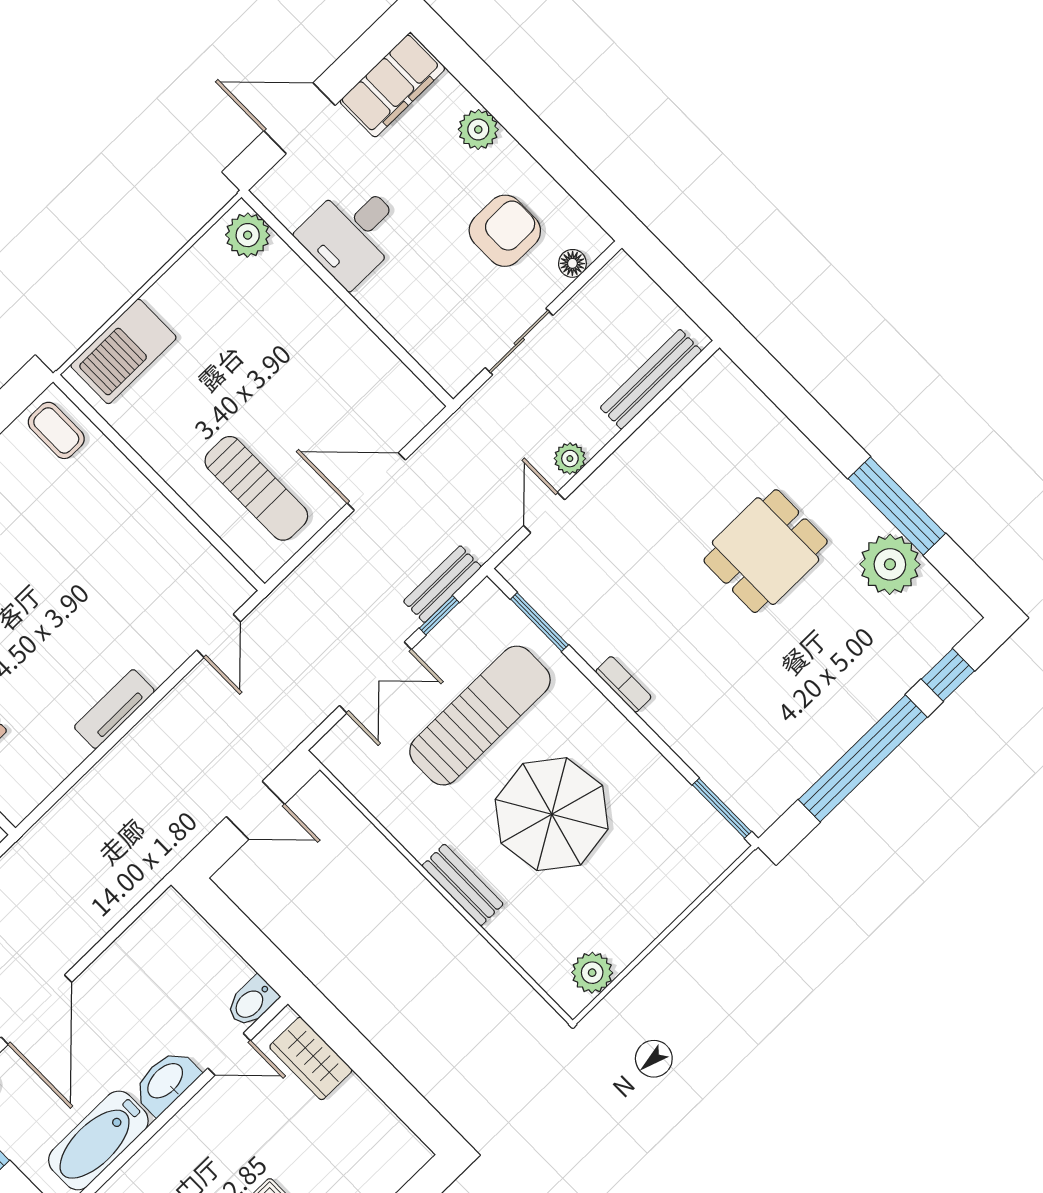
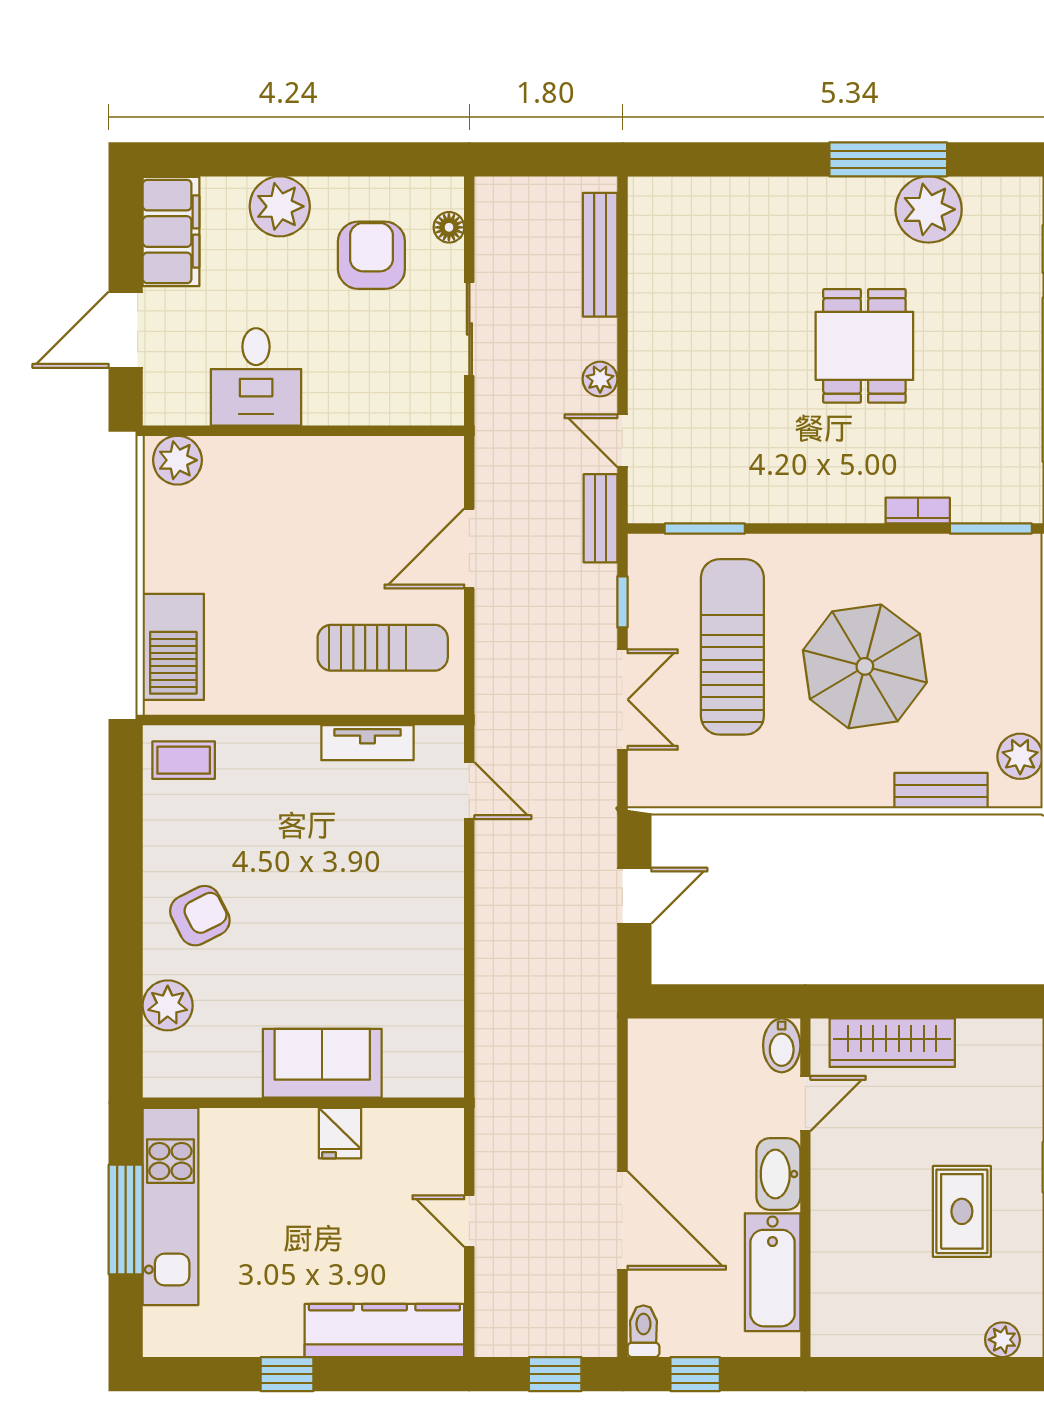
plant: (478, 130) -> (280, 206), width x1.36, depth x1.36
dining table: (766, 551) -> (864, 346), moved
bench: (442, 584) -> (601, 518), moved
bookcase: (623, 684) -> (918, 511), moved
tv unit: (114, 709) -> (367, 743), moved, turned -90
bench: (463, 885) -> (941, 791), moved
wardrobe: (311, 1058) -> (892, 1043), width x1.50

